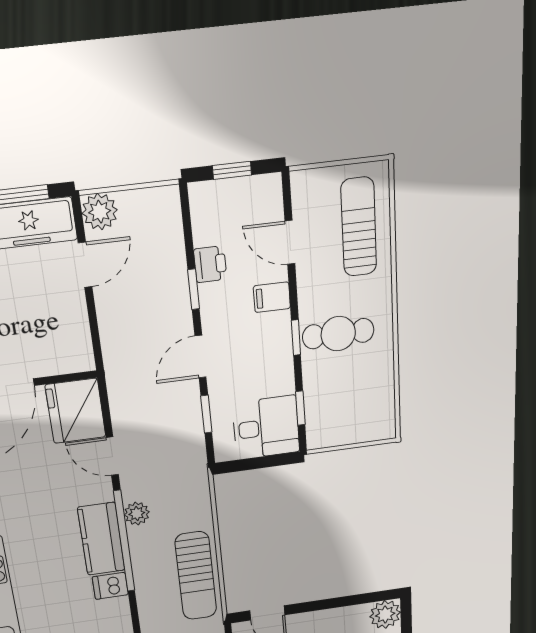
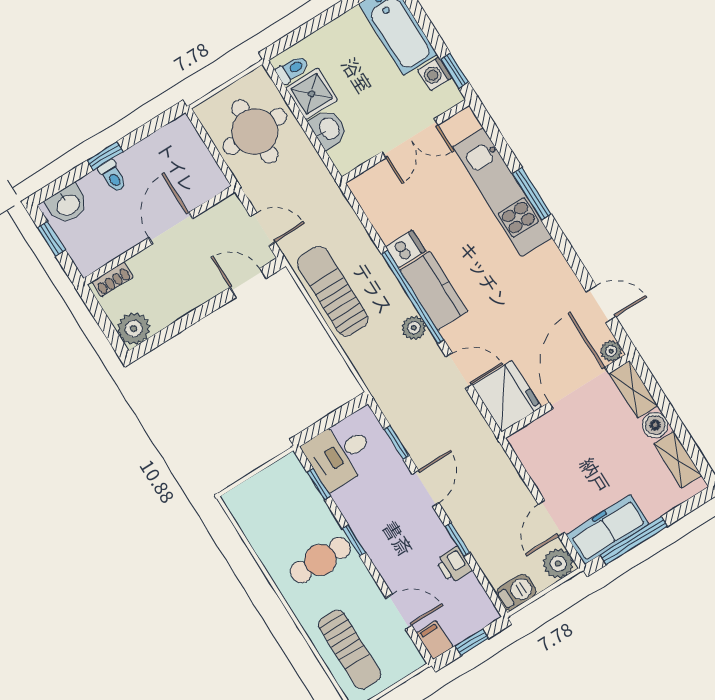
barbecue: (159, 202) -> (516, 592), added
filing cabinet: (272, 297) -> (435, 640), moved, turned -90

